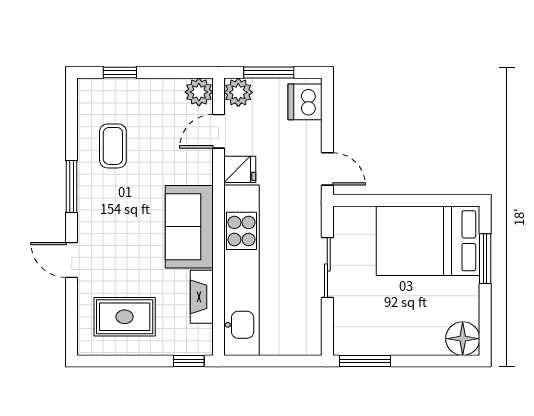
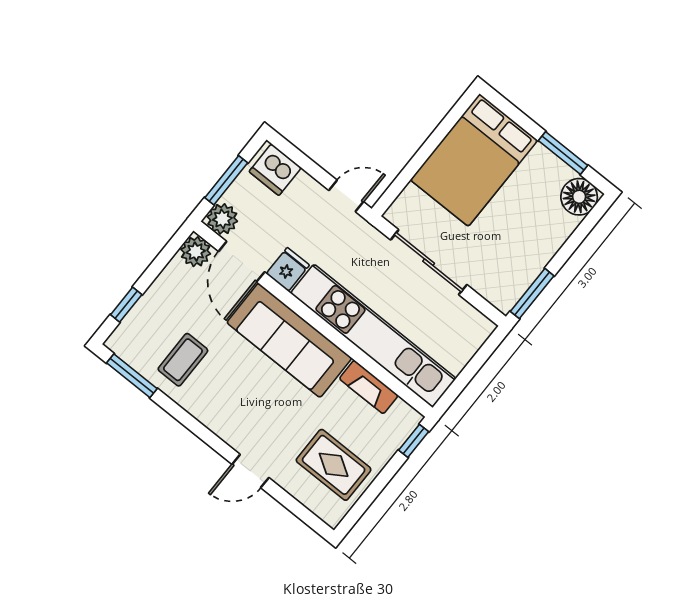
door: (218, 131) -> (242, 262), width x1.38
coffee table: (113, 146) -> (183, 360), turned 90
window: (72, 186) -> (132, 376), moved
sofa: (189, 227) -> (289, 340), width x1.36
window: (485, 259) -> (563, 153), moved
sliding door: (327, 268) -> (429, 262), width x1.37
rug: (125, 317) -> (334, 465), turned 90

